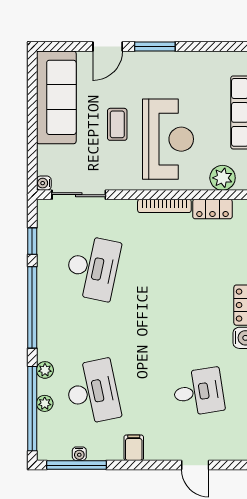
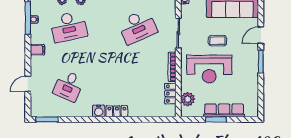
door: (108, 47) -> (261, 35), hinge flipped
sliding door: (79, 195) -> (178, 33), moved
desk: (92, 268) -> (138, 27), turned -36
desk: (198, 392) -> (69, 86), turned 33

